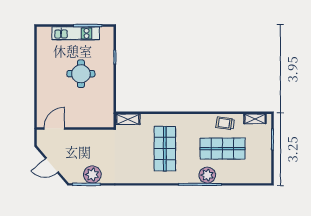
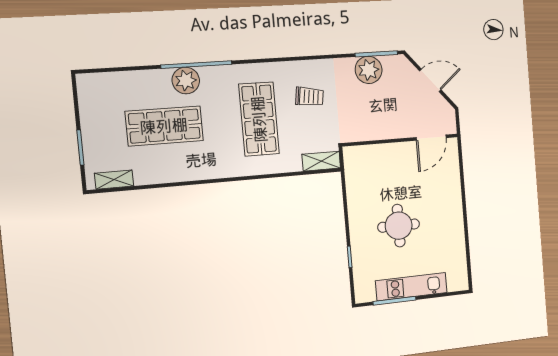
trolley: (225, 123) -> (309, 97), moved

